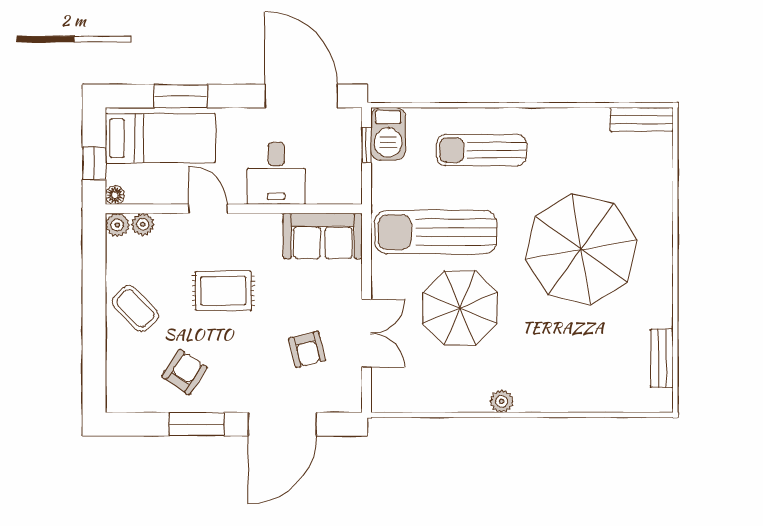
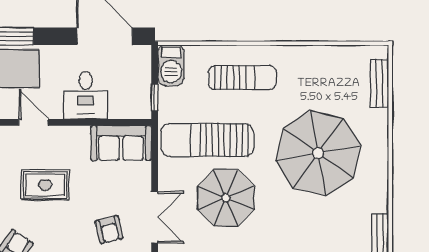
bench: (642, 119) -> (379, 83), moved, turned 90
window: (367, 145) -> (155, 98), moved
sun lounger: (482, 150) -> (242, 78), turned 180

